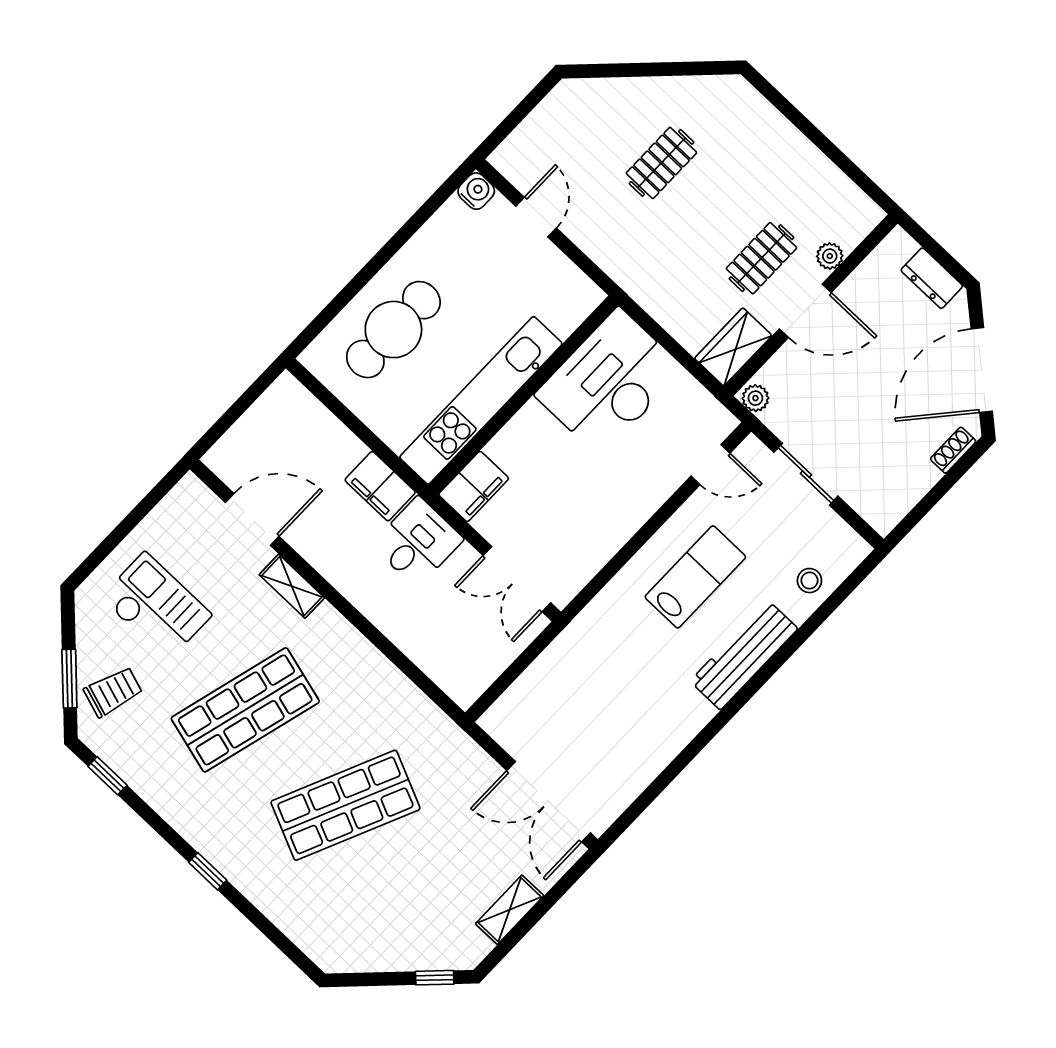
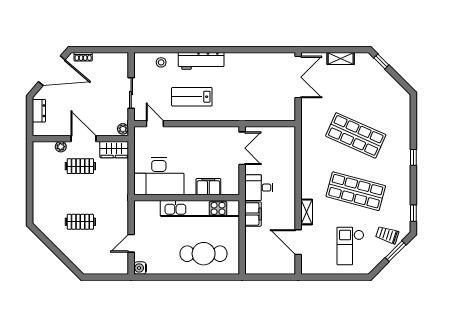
filing cabinet: (474, 486) -> (208, 187), moved

